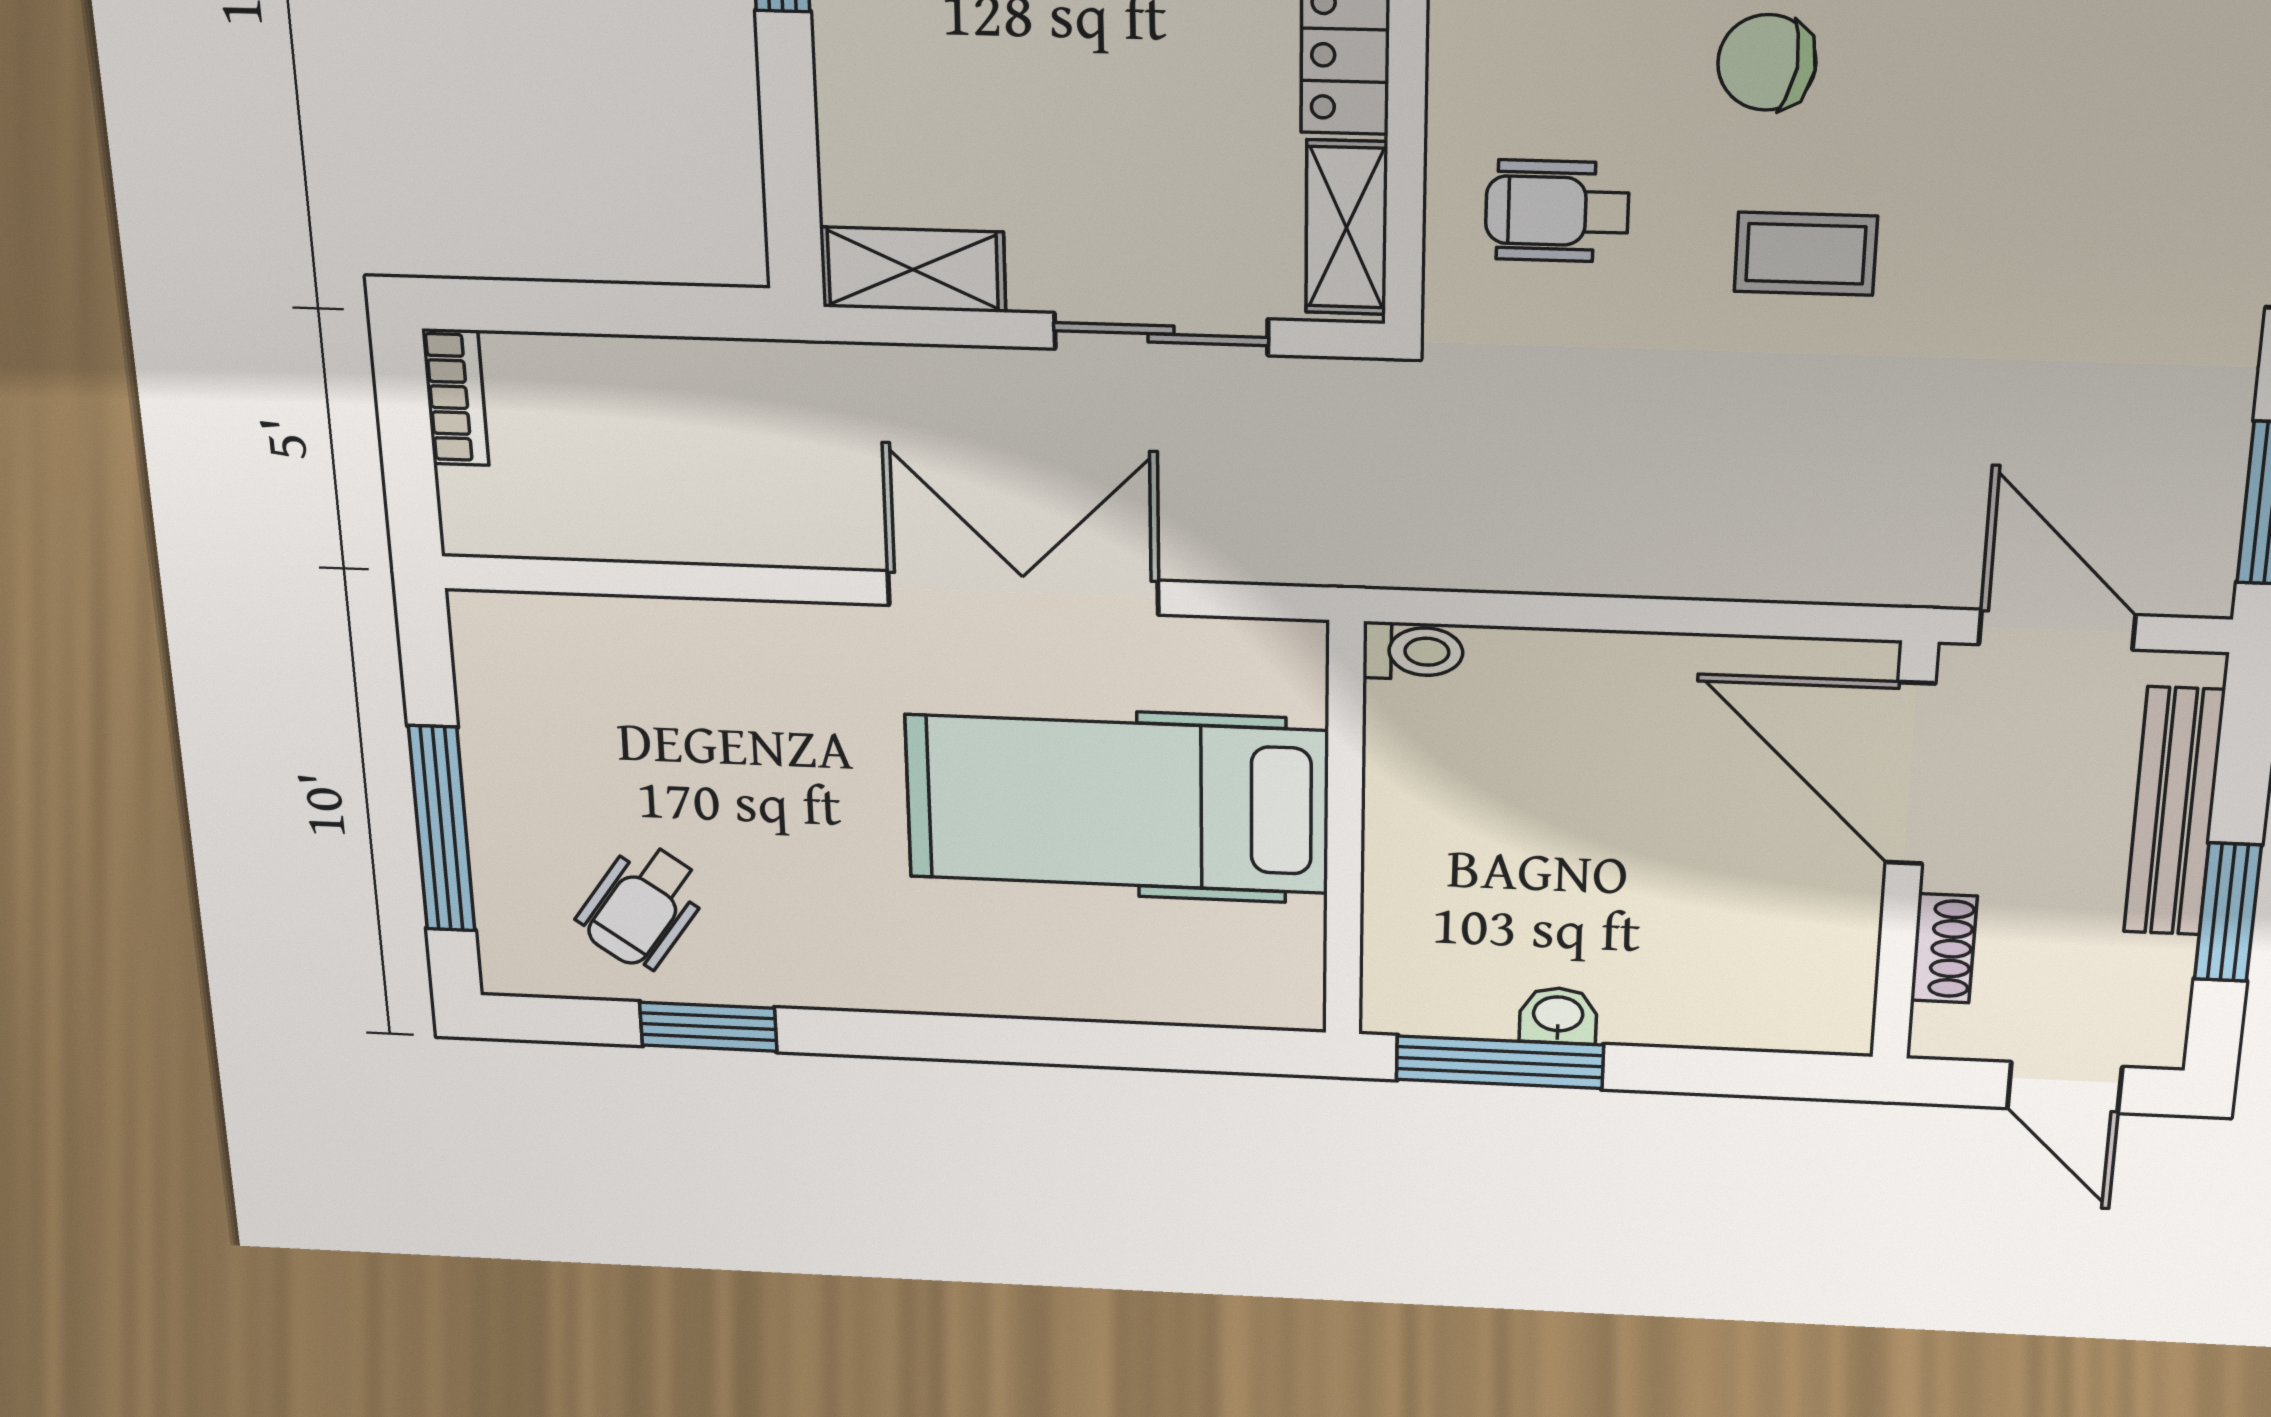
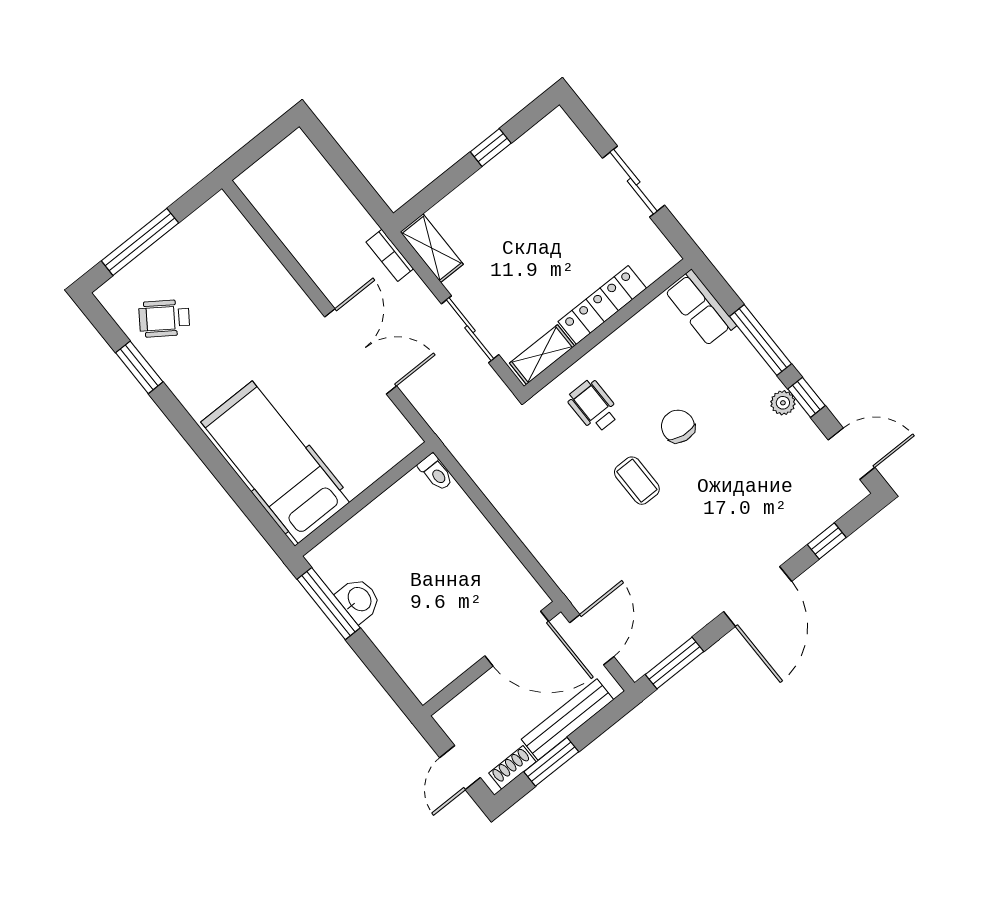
bookcase: (455, 397) -> (390, 255), moved, turned 90
door: (1910, 774) -> (517, 639), swing flipped
hospital bed: (1117, 804) -> (275, 462), moved
shoe rack: (1944, 948) -> (512, 767), moved, turned 180
washbasin: (1558, 1016) -> (359, 600), width x1.38, depth x1.45

